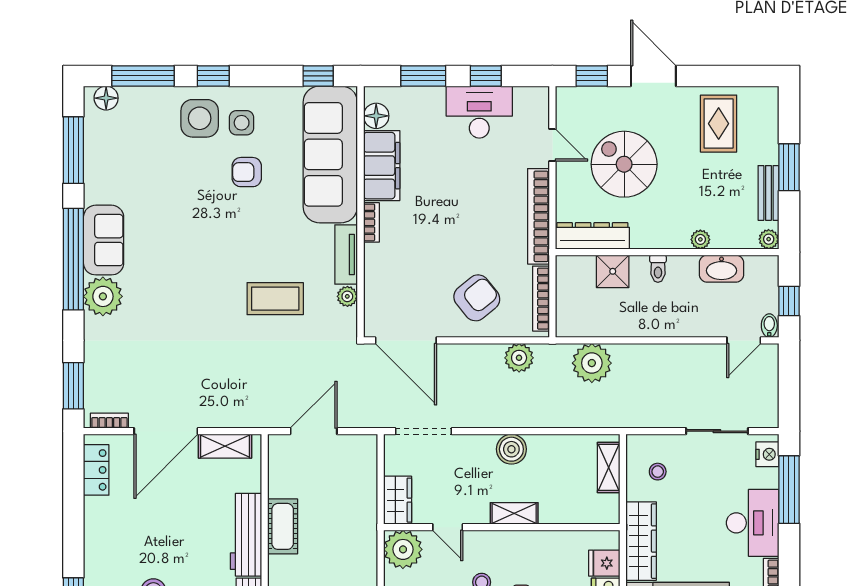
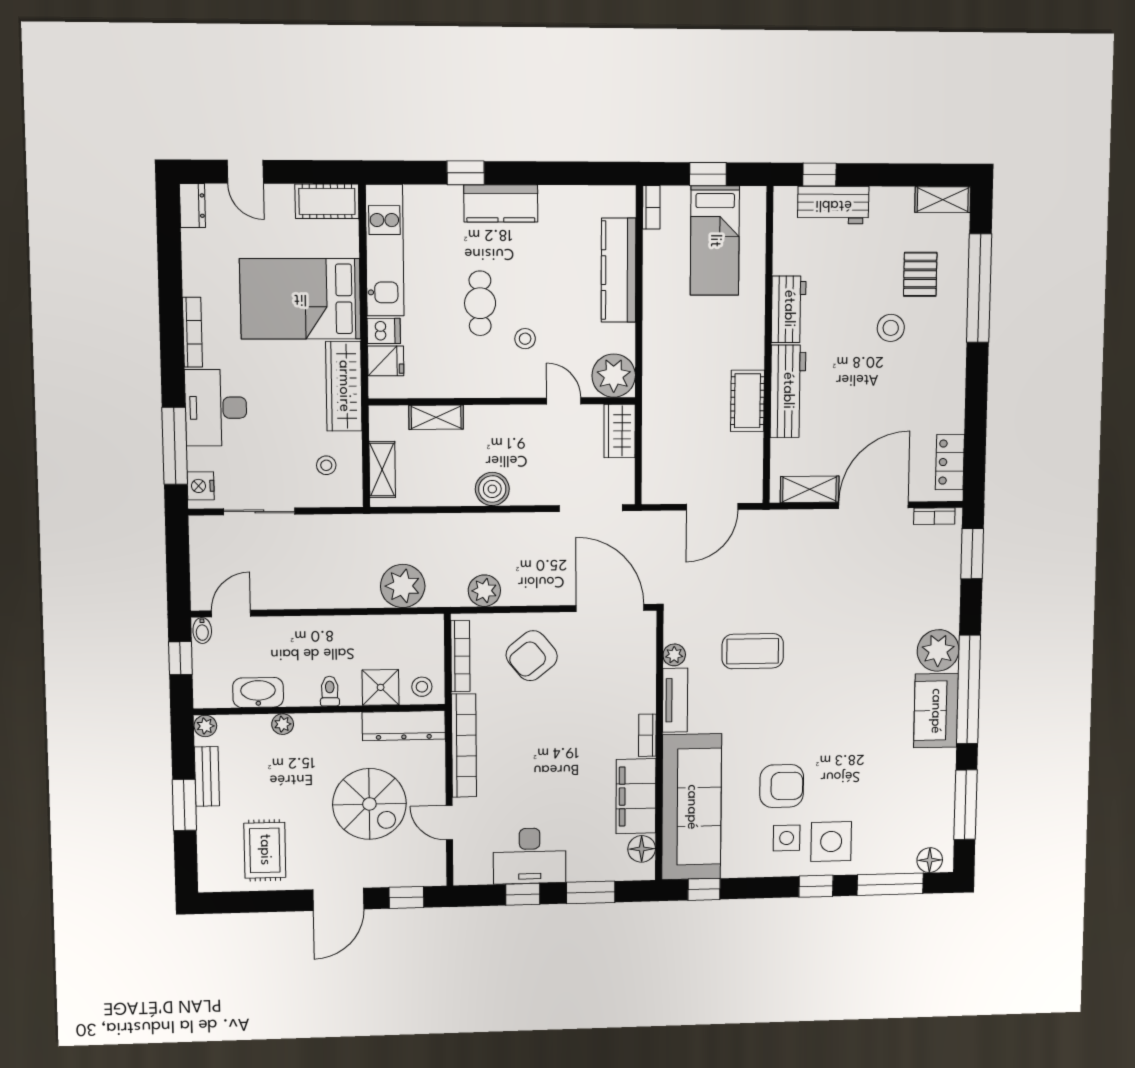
door: (653, 76) -> (338, 899), hinge flipped
armchair: (247, 172) -> (782, 786), width x1.38, depth x1.38
stool: (576, 271) -> (422, 687), added
shelving: (514, 513) -> (436, 417), moved

